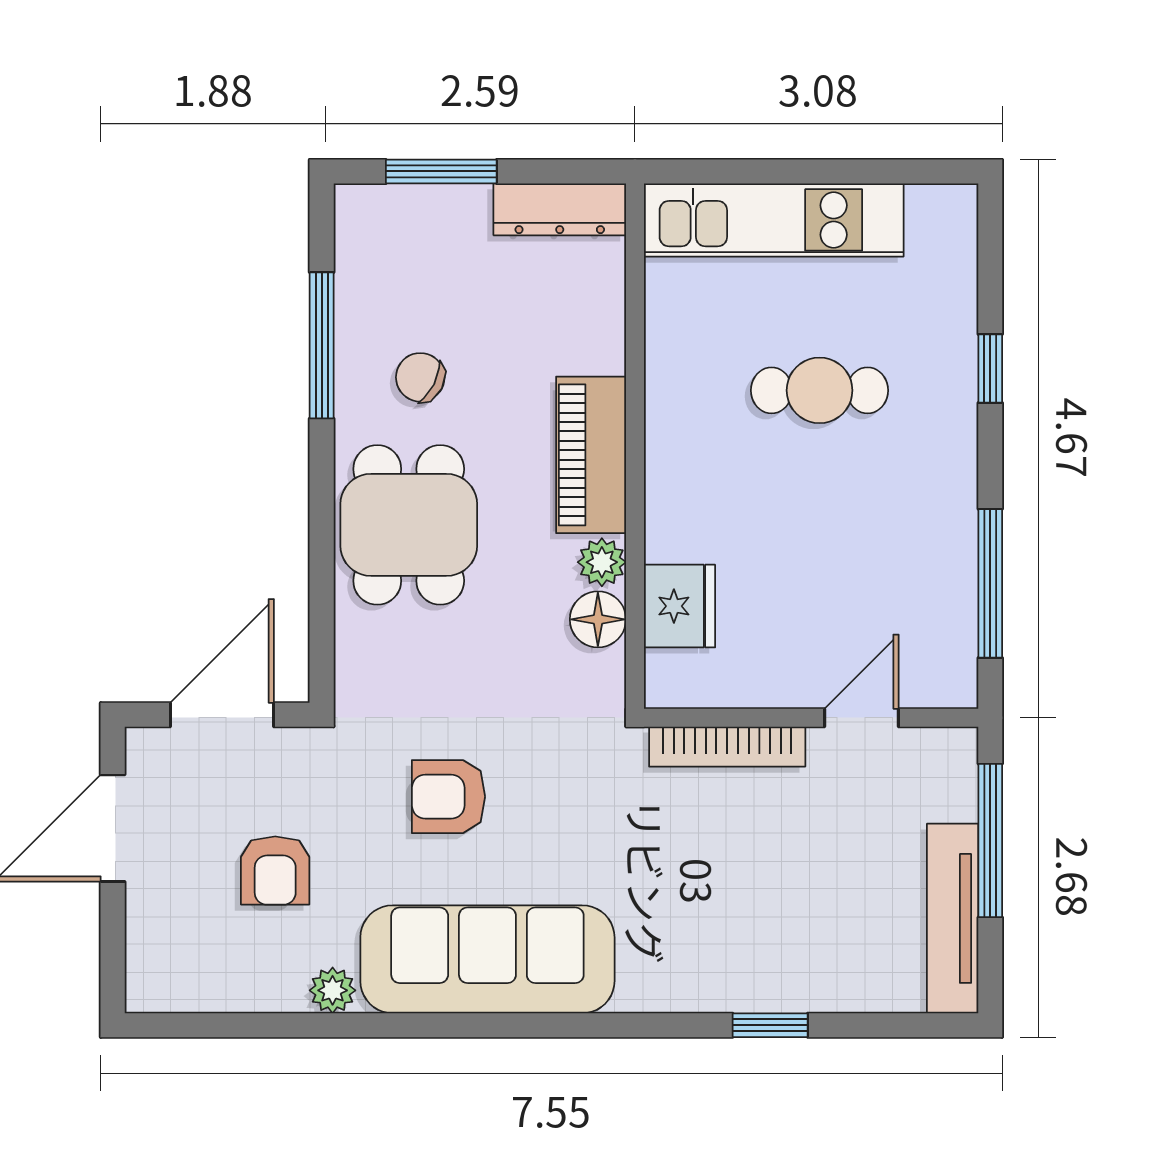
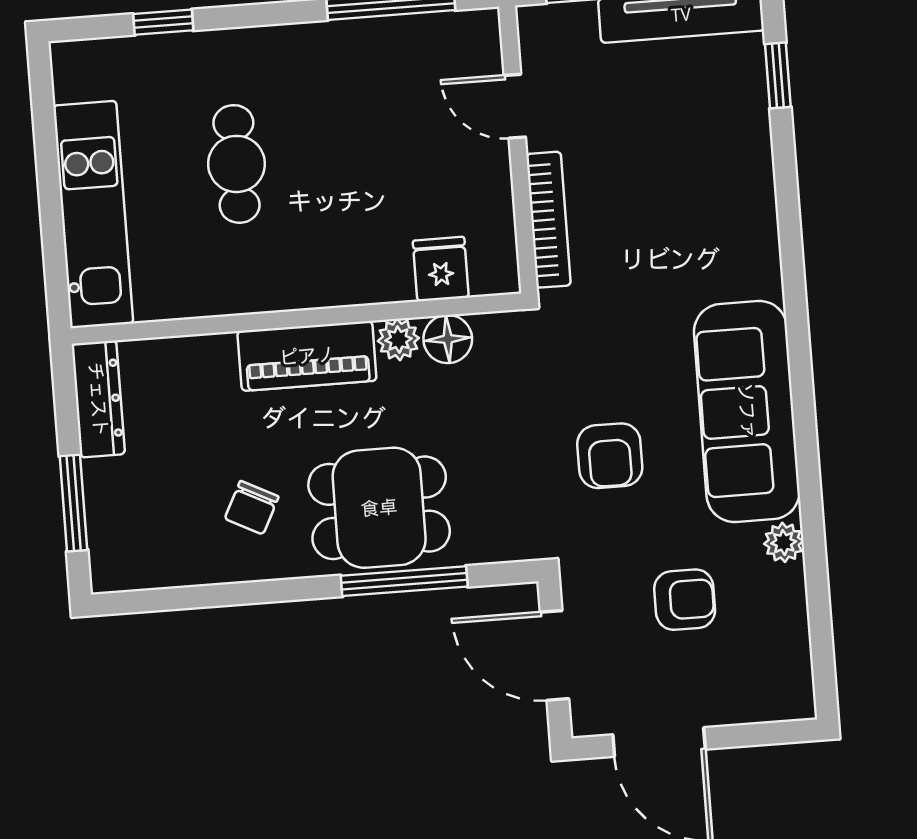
window: (322, 345) -> (404, 581), moved
window: (990, 368) -> (163, 22), moved
fridge: (680, 606) -> (441, 269), width x0.72
window: (770, 1025) -> (778, 75), moved

